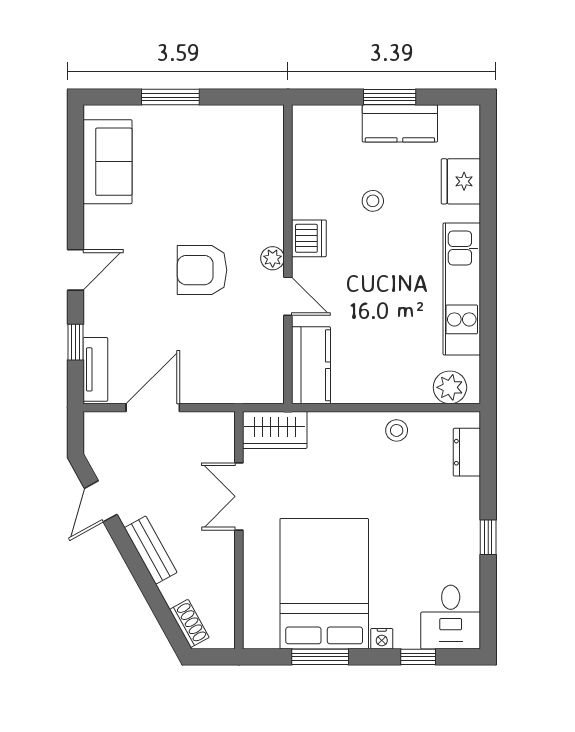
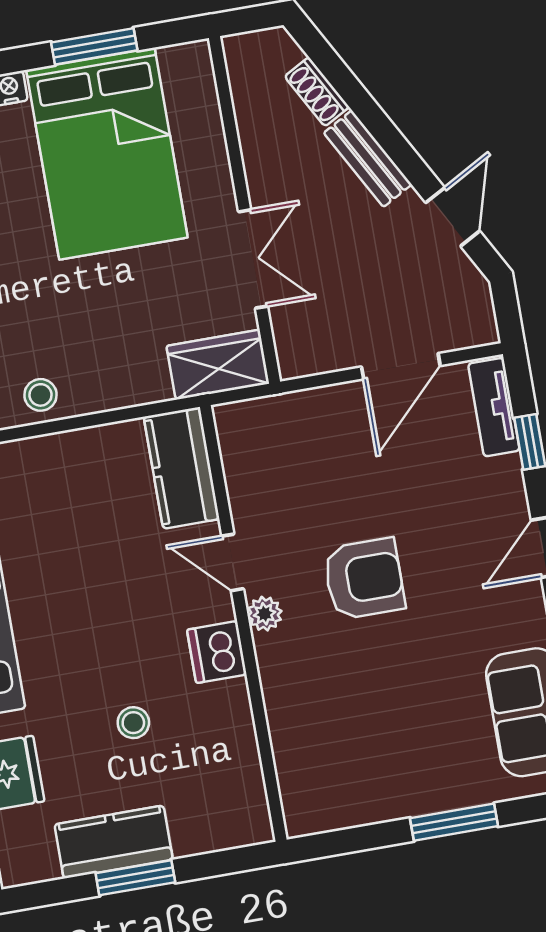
shoe rack: (189, 623) -> (317, 92), moved

